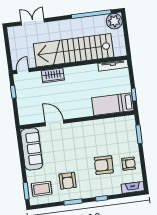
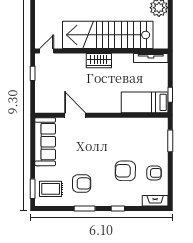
wardrobe: (53, 75) -> (99, 61), moved
armchair: (68, 181) -> (82, 183), turned -90

